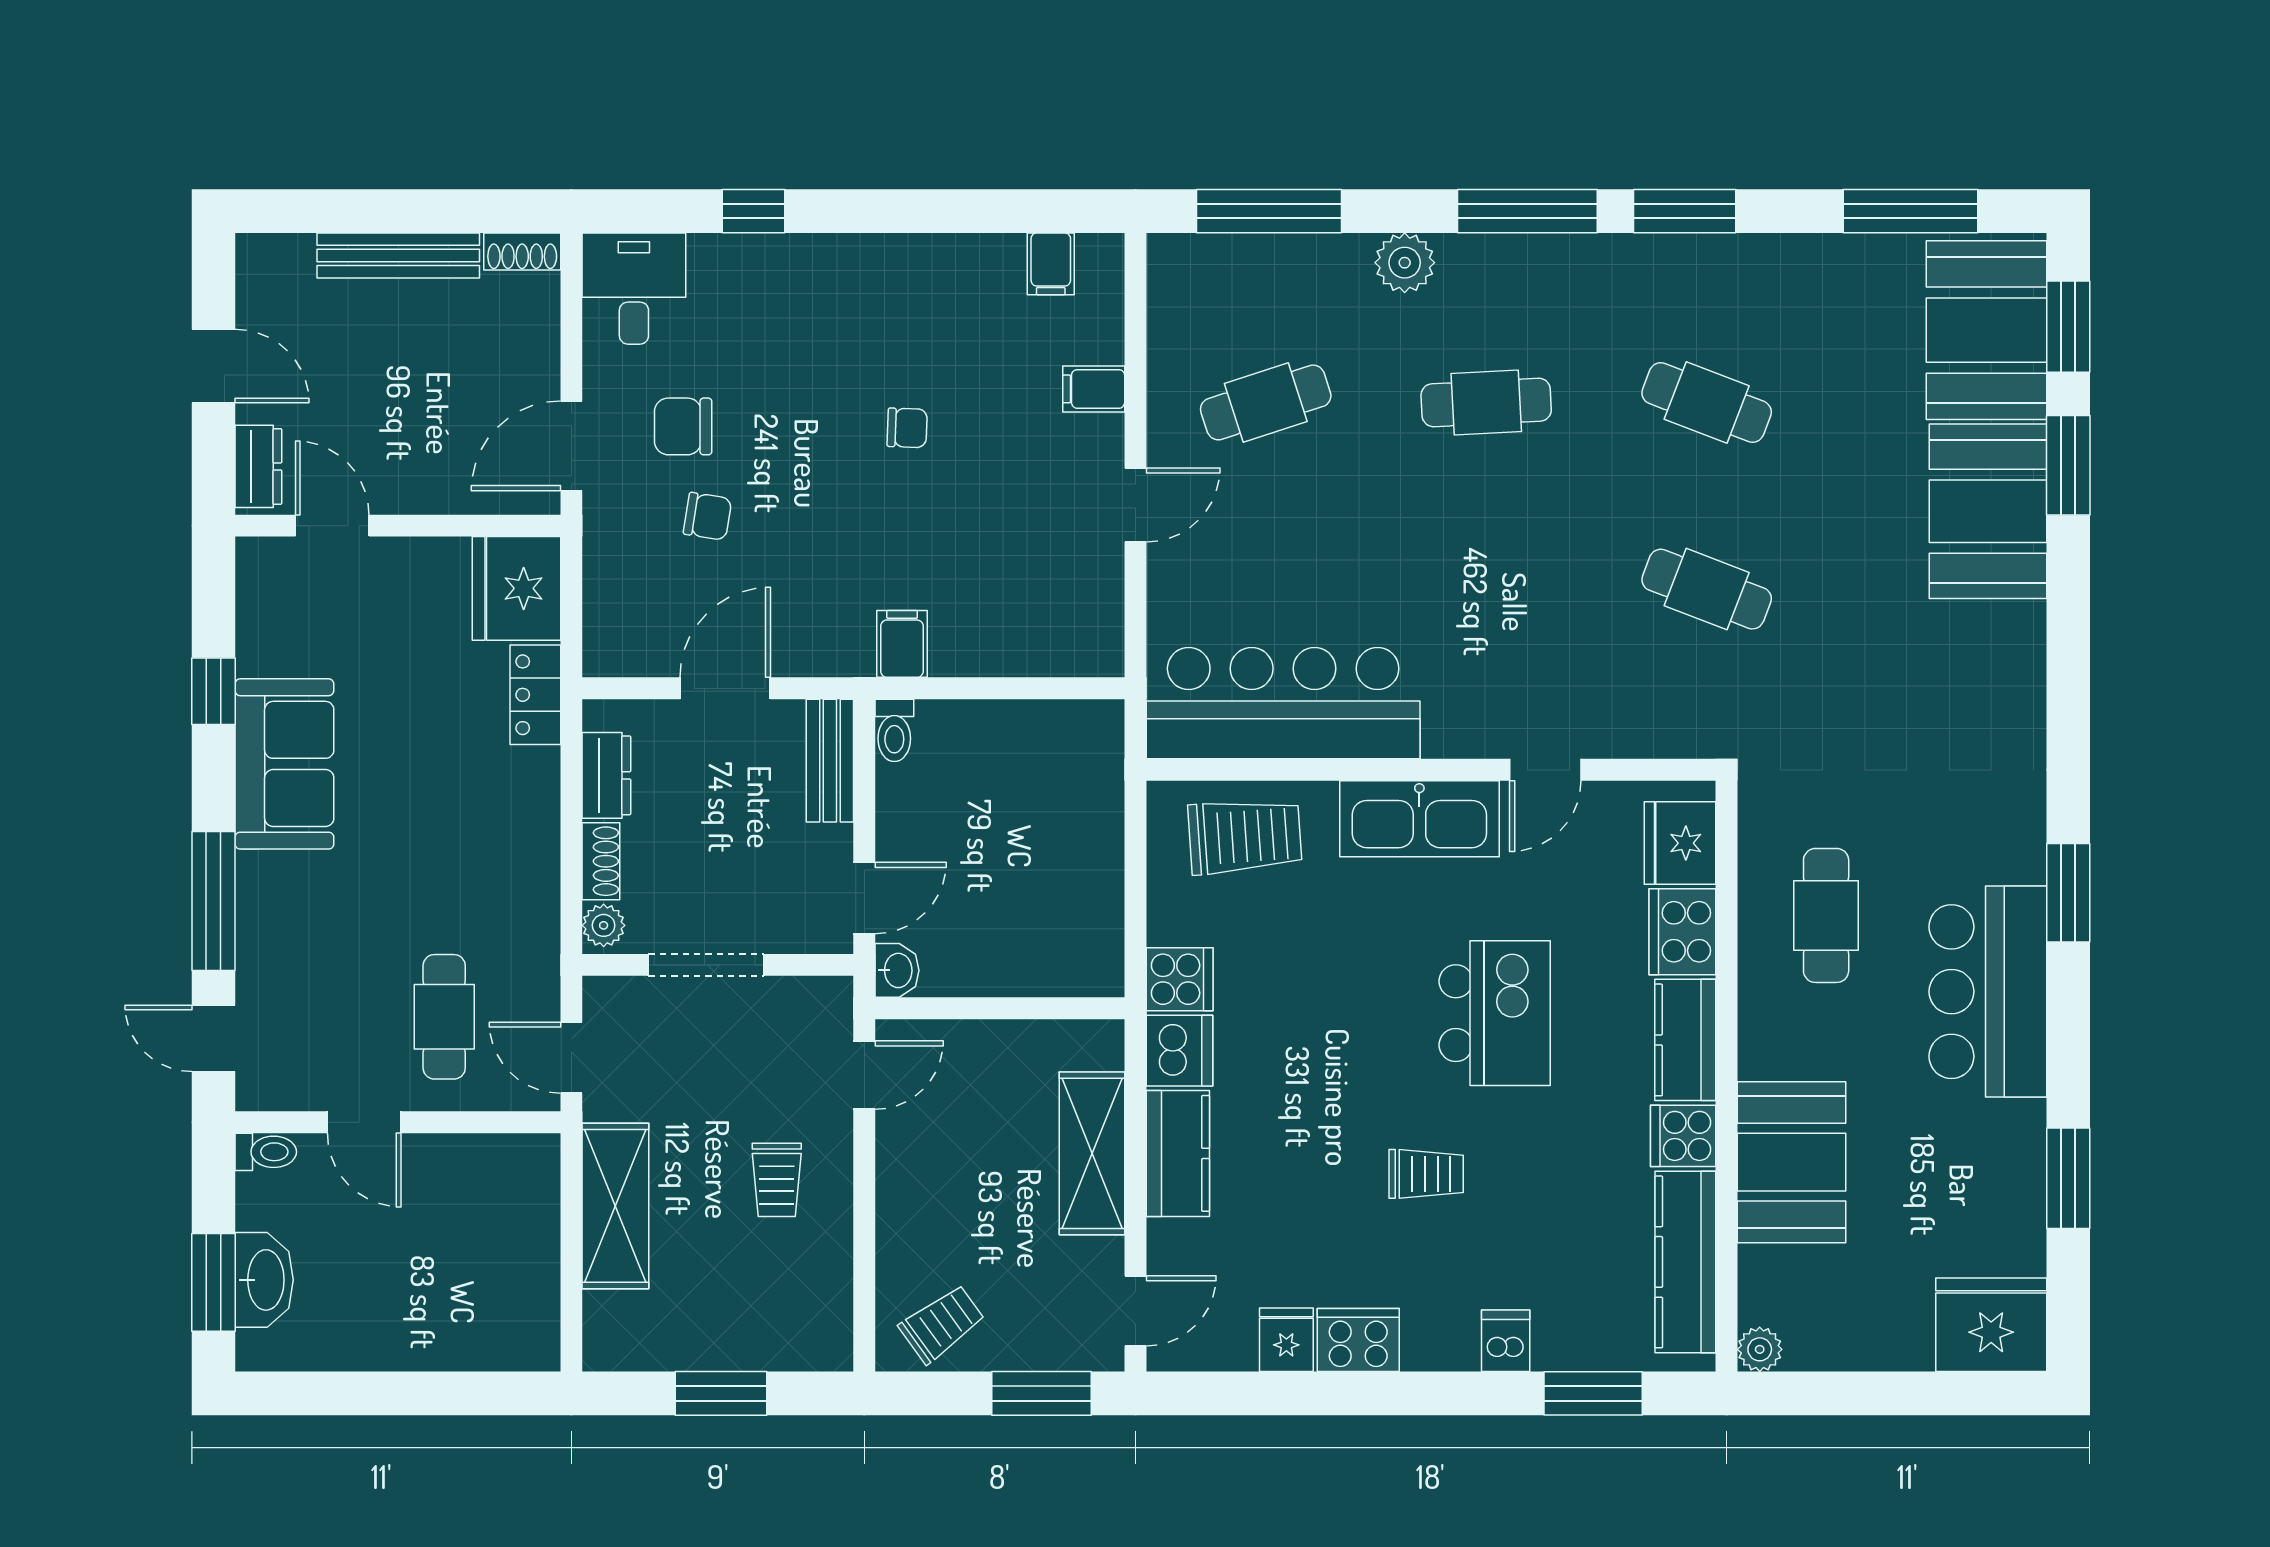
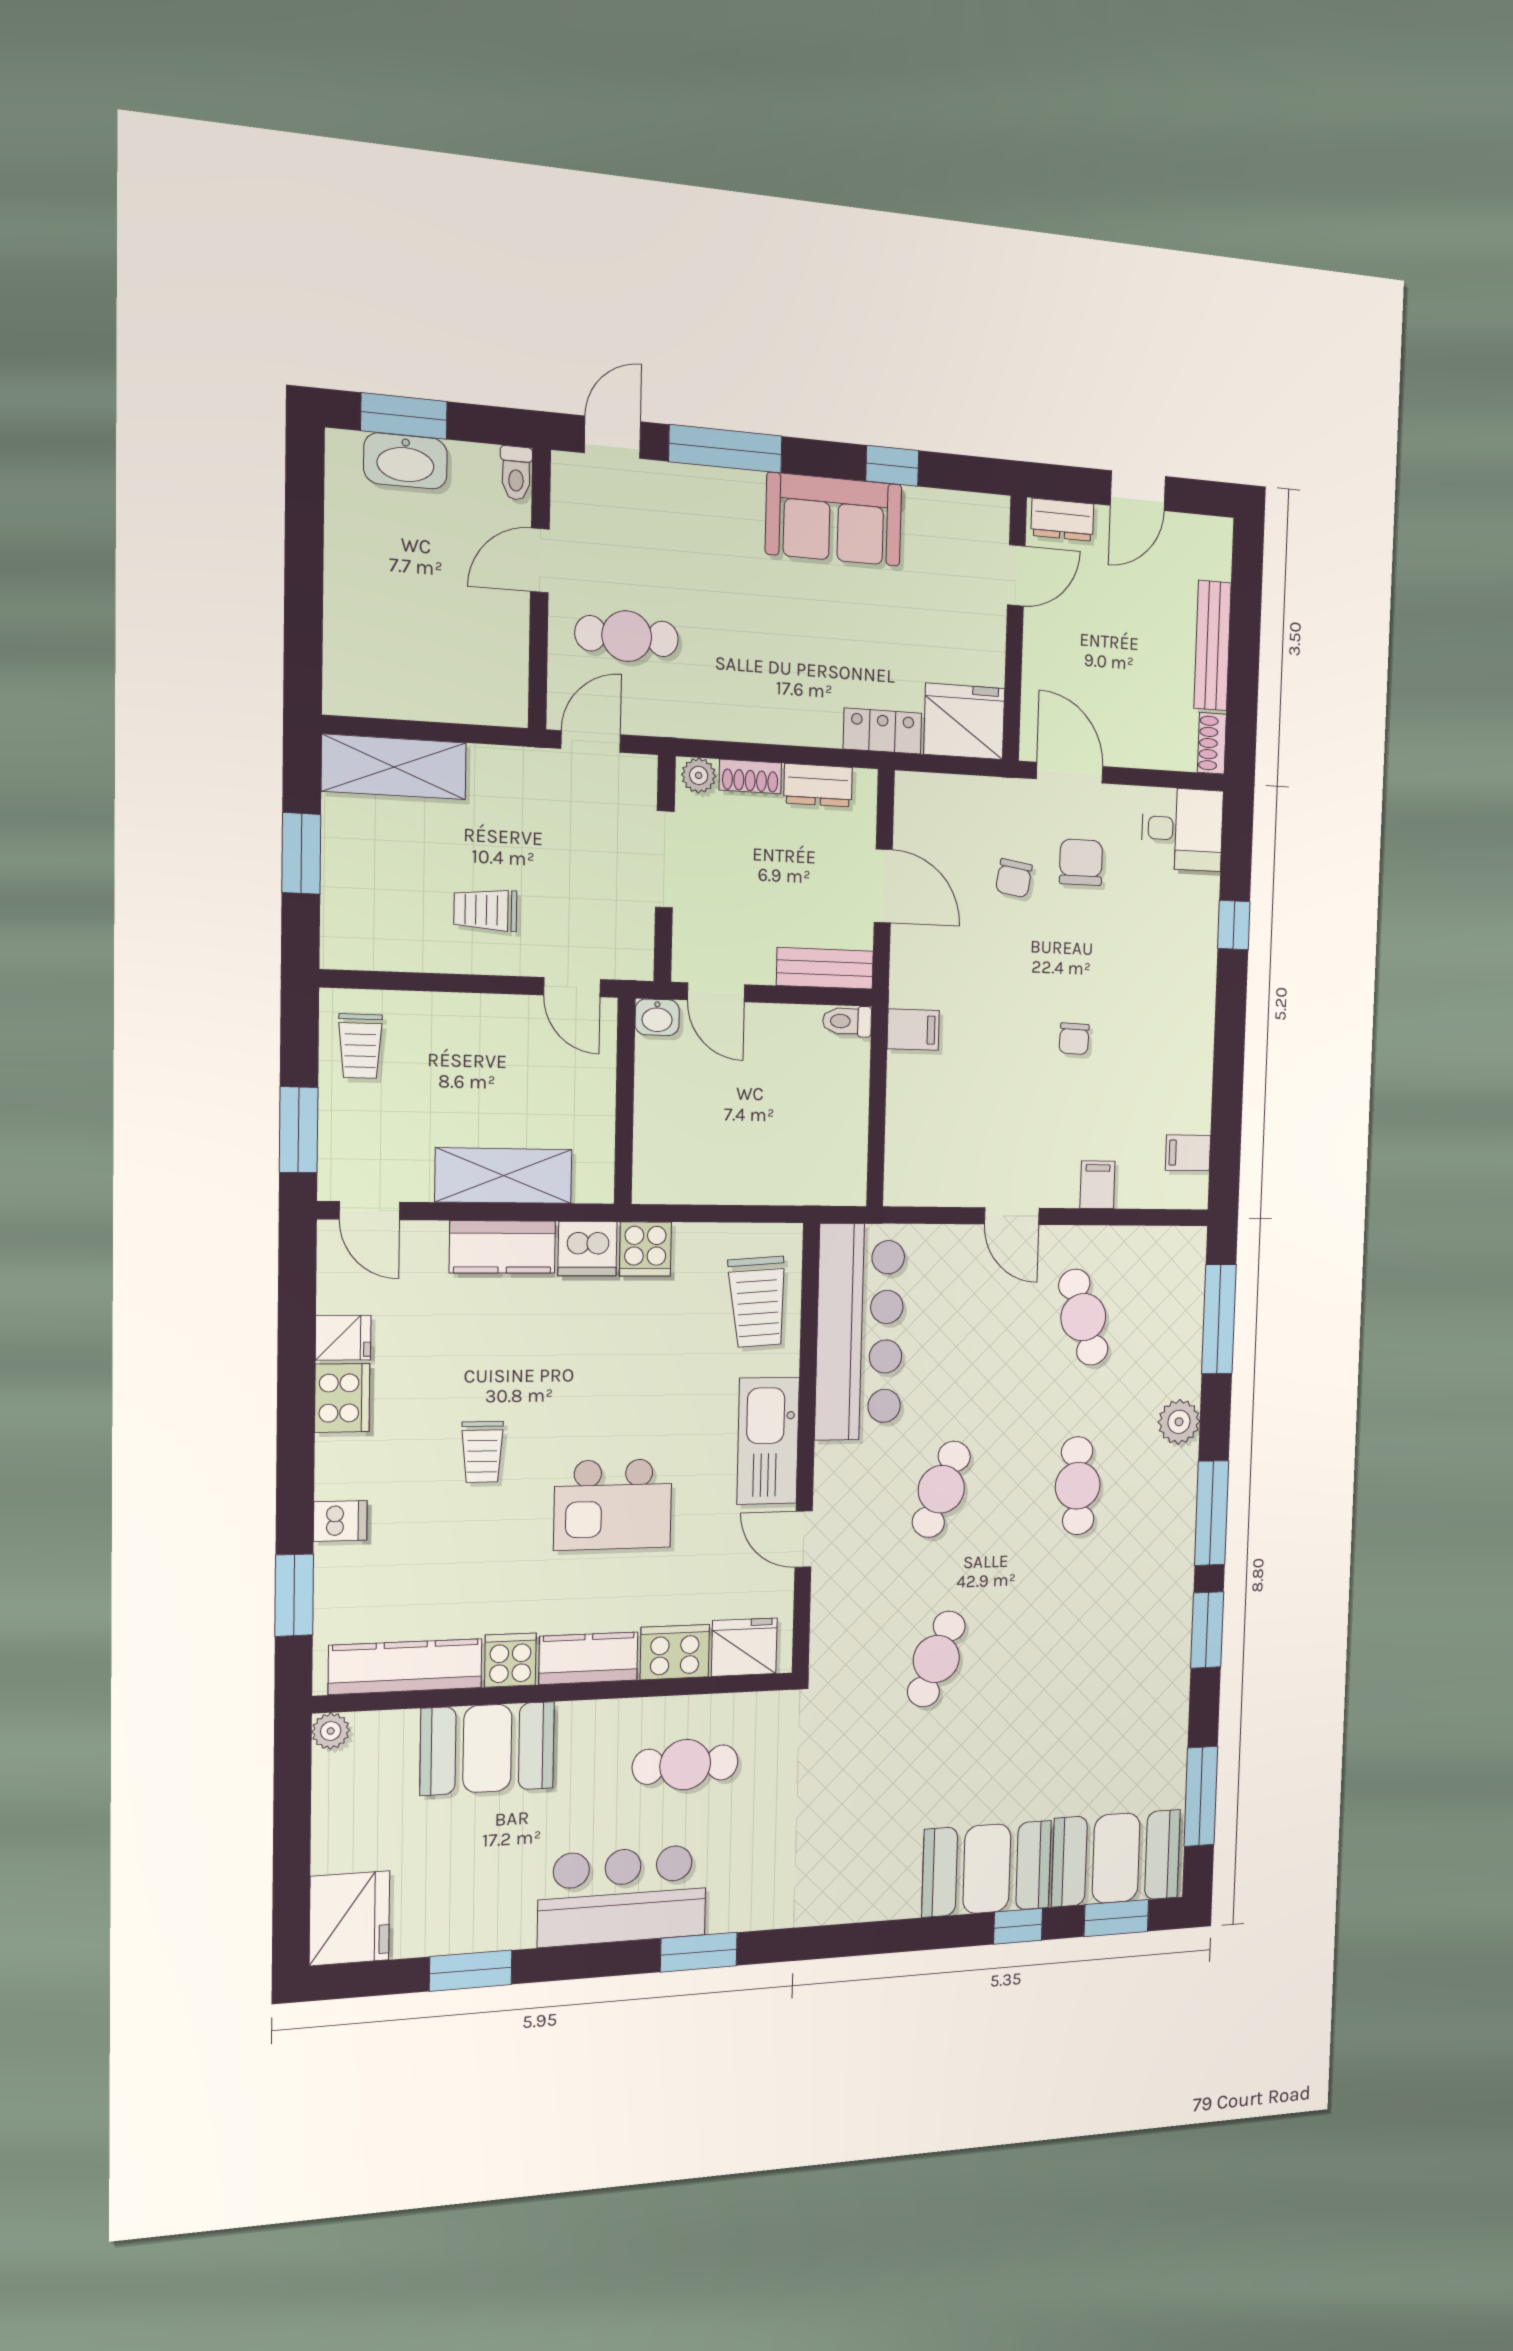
cafe table: (1707, 402) -> (941, 1489), moved
window: (2068, 465) -> (1018, 1926), width x0.67
shelving: (615, 1206) -> (394, 767), moved
trolley: (942, 1324) -> (360, 1046), turned 36

